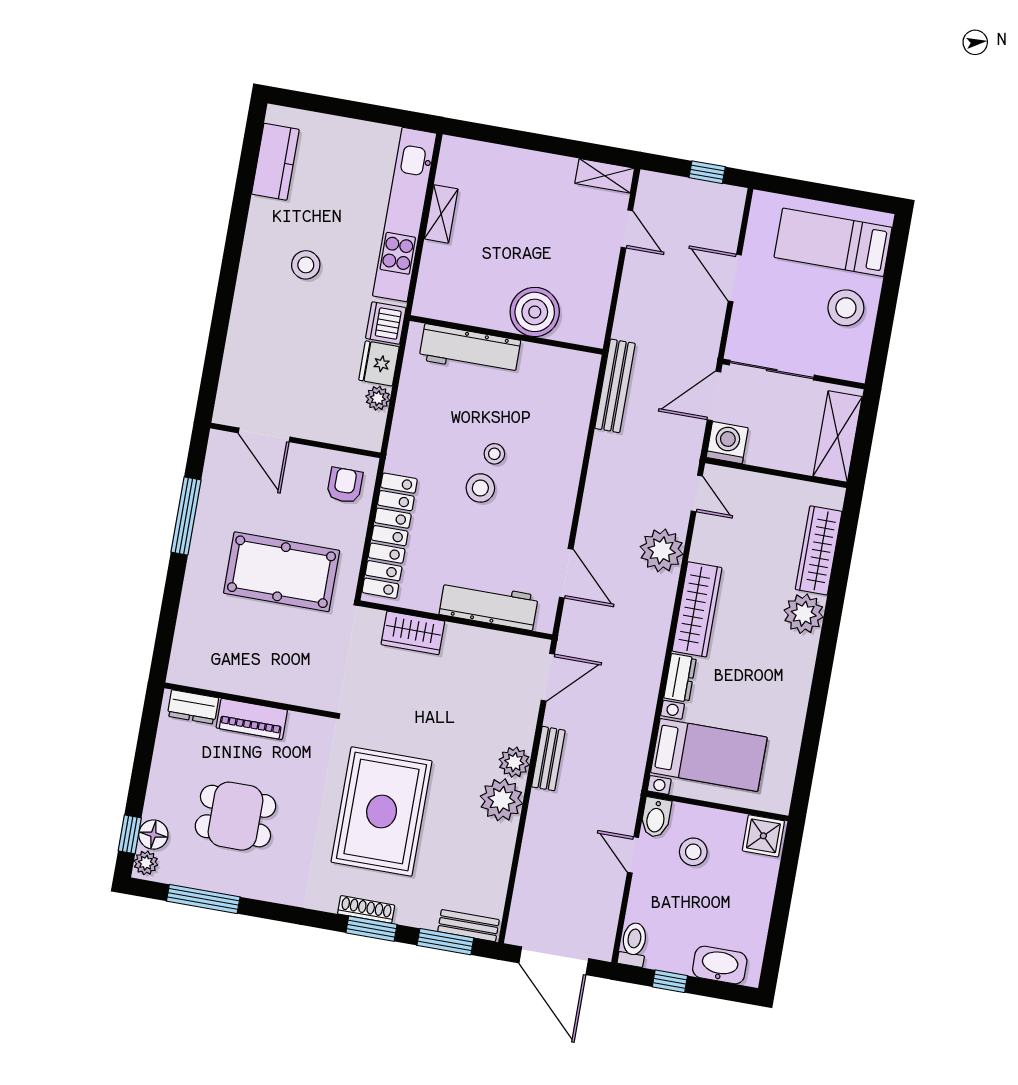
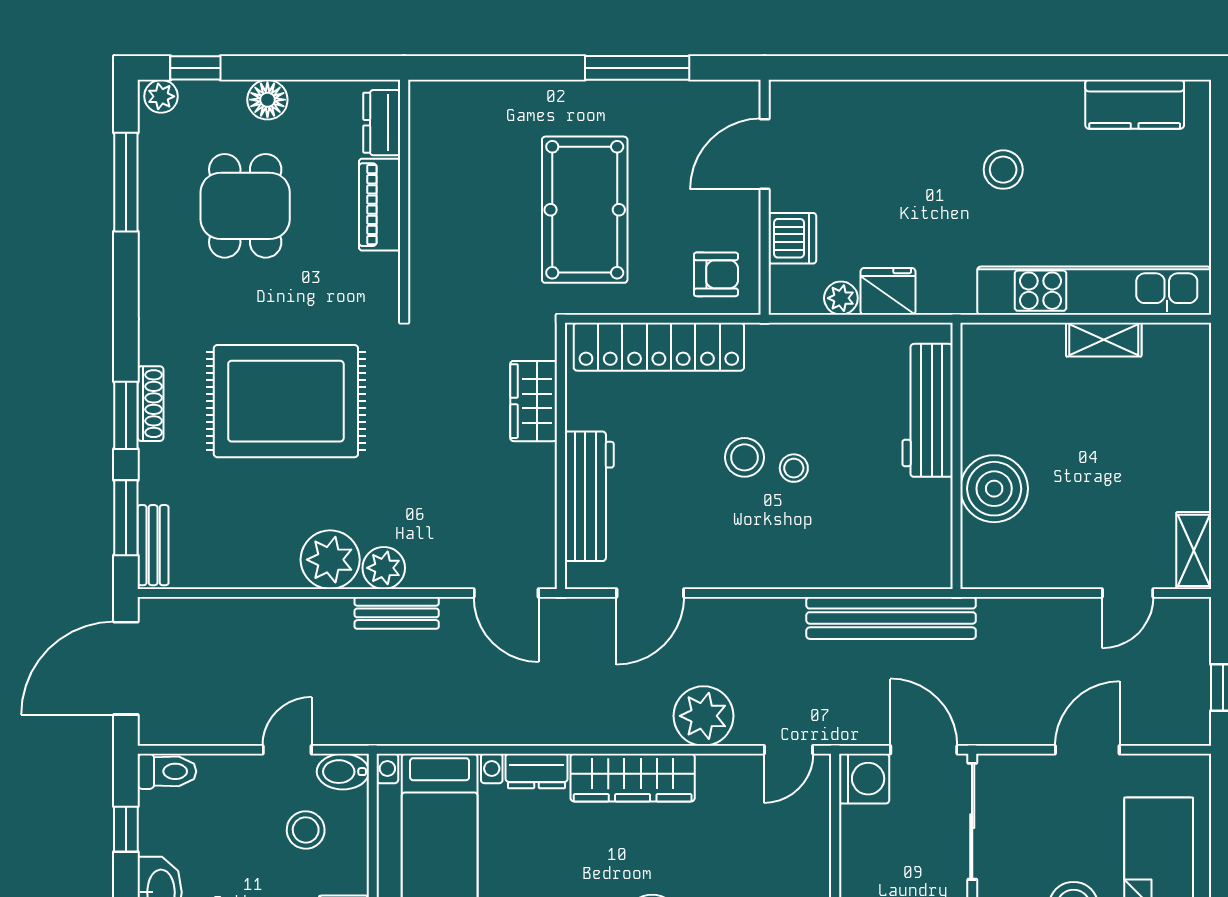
dishwasher: (386, 323) -> (792, 238), moved, turned 90
bench: (615, 386) -> (891, 618), width x1.37, depth x1.21
floor lamp: (153, 835) -> (267, 100), moved

